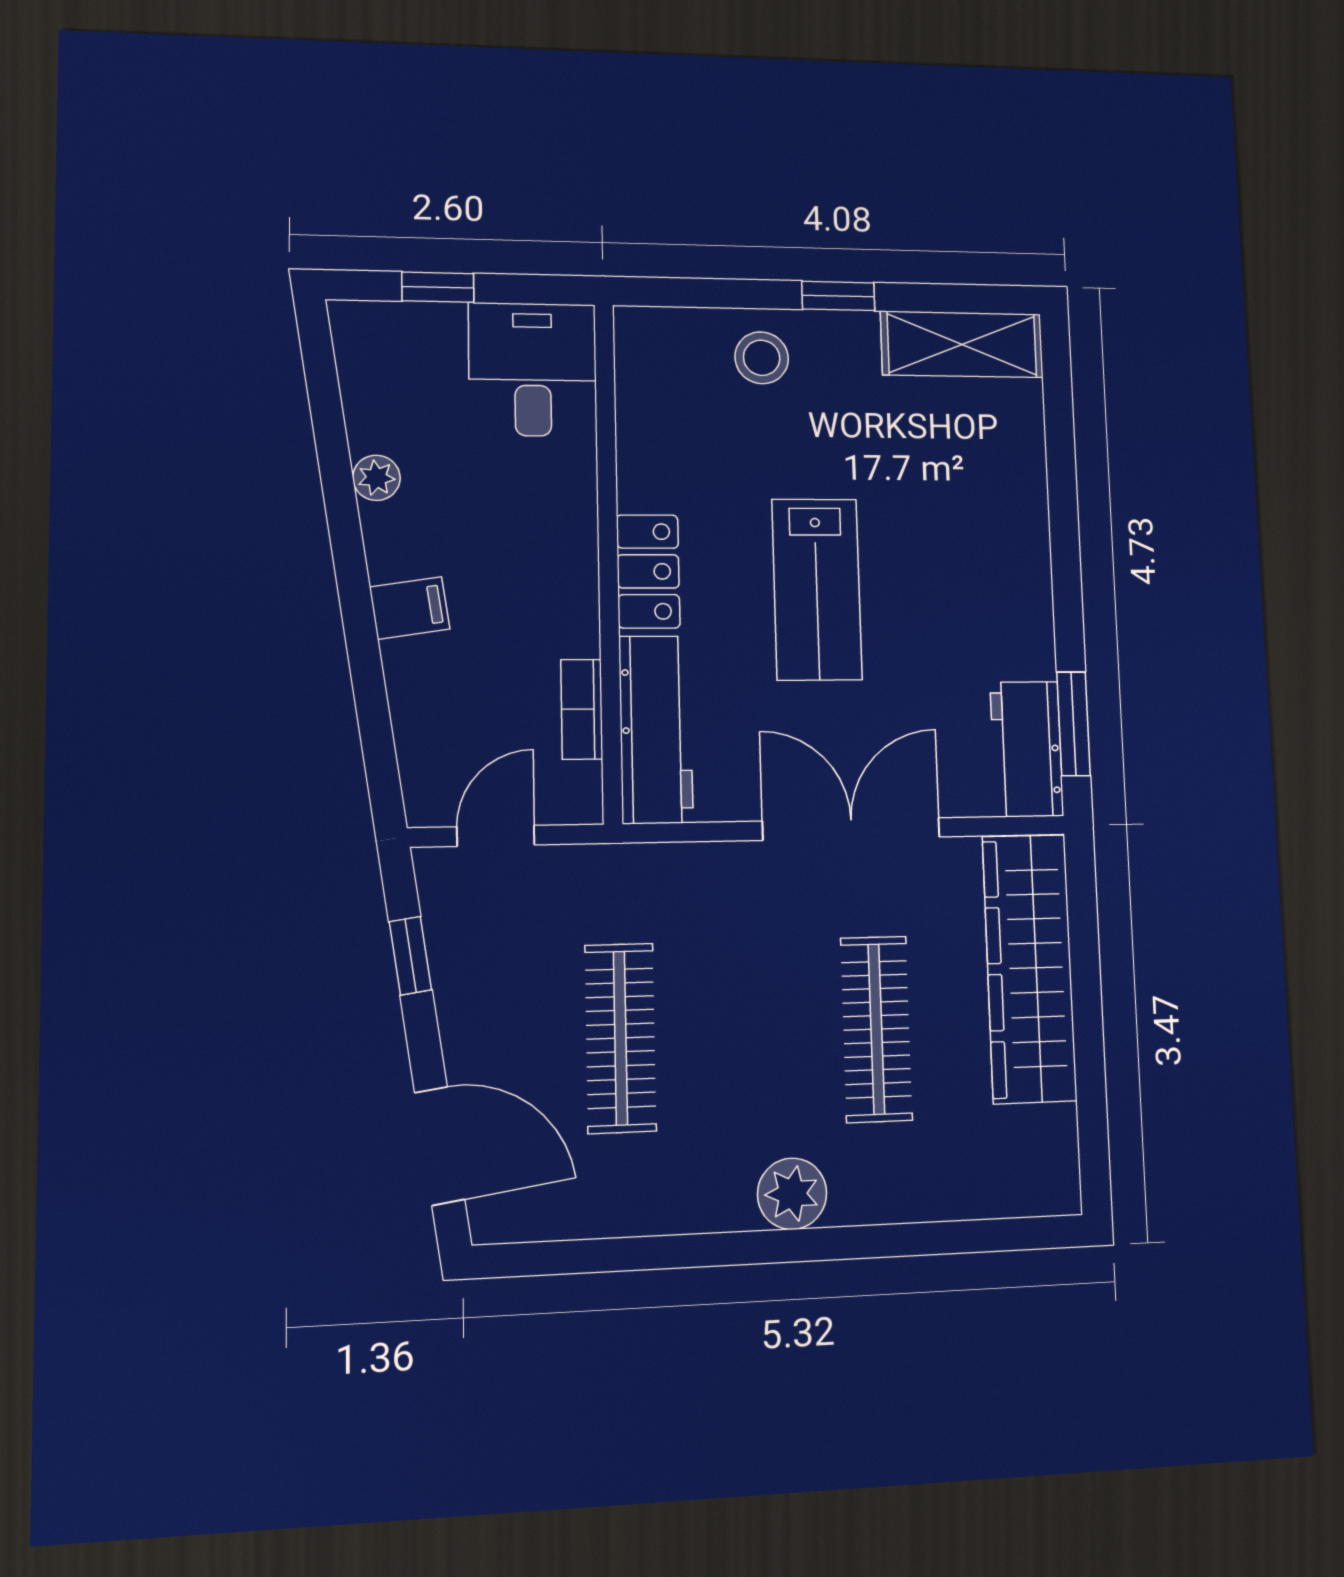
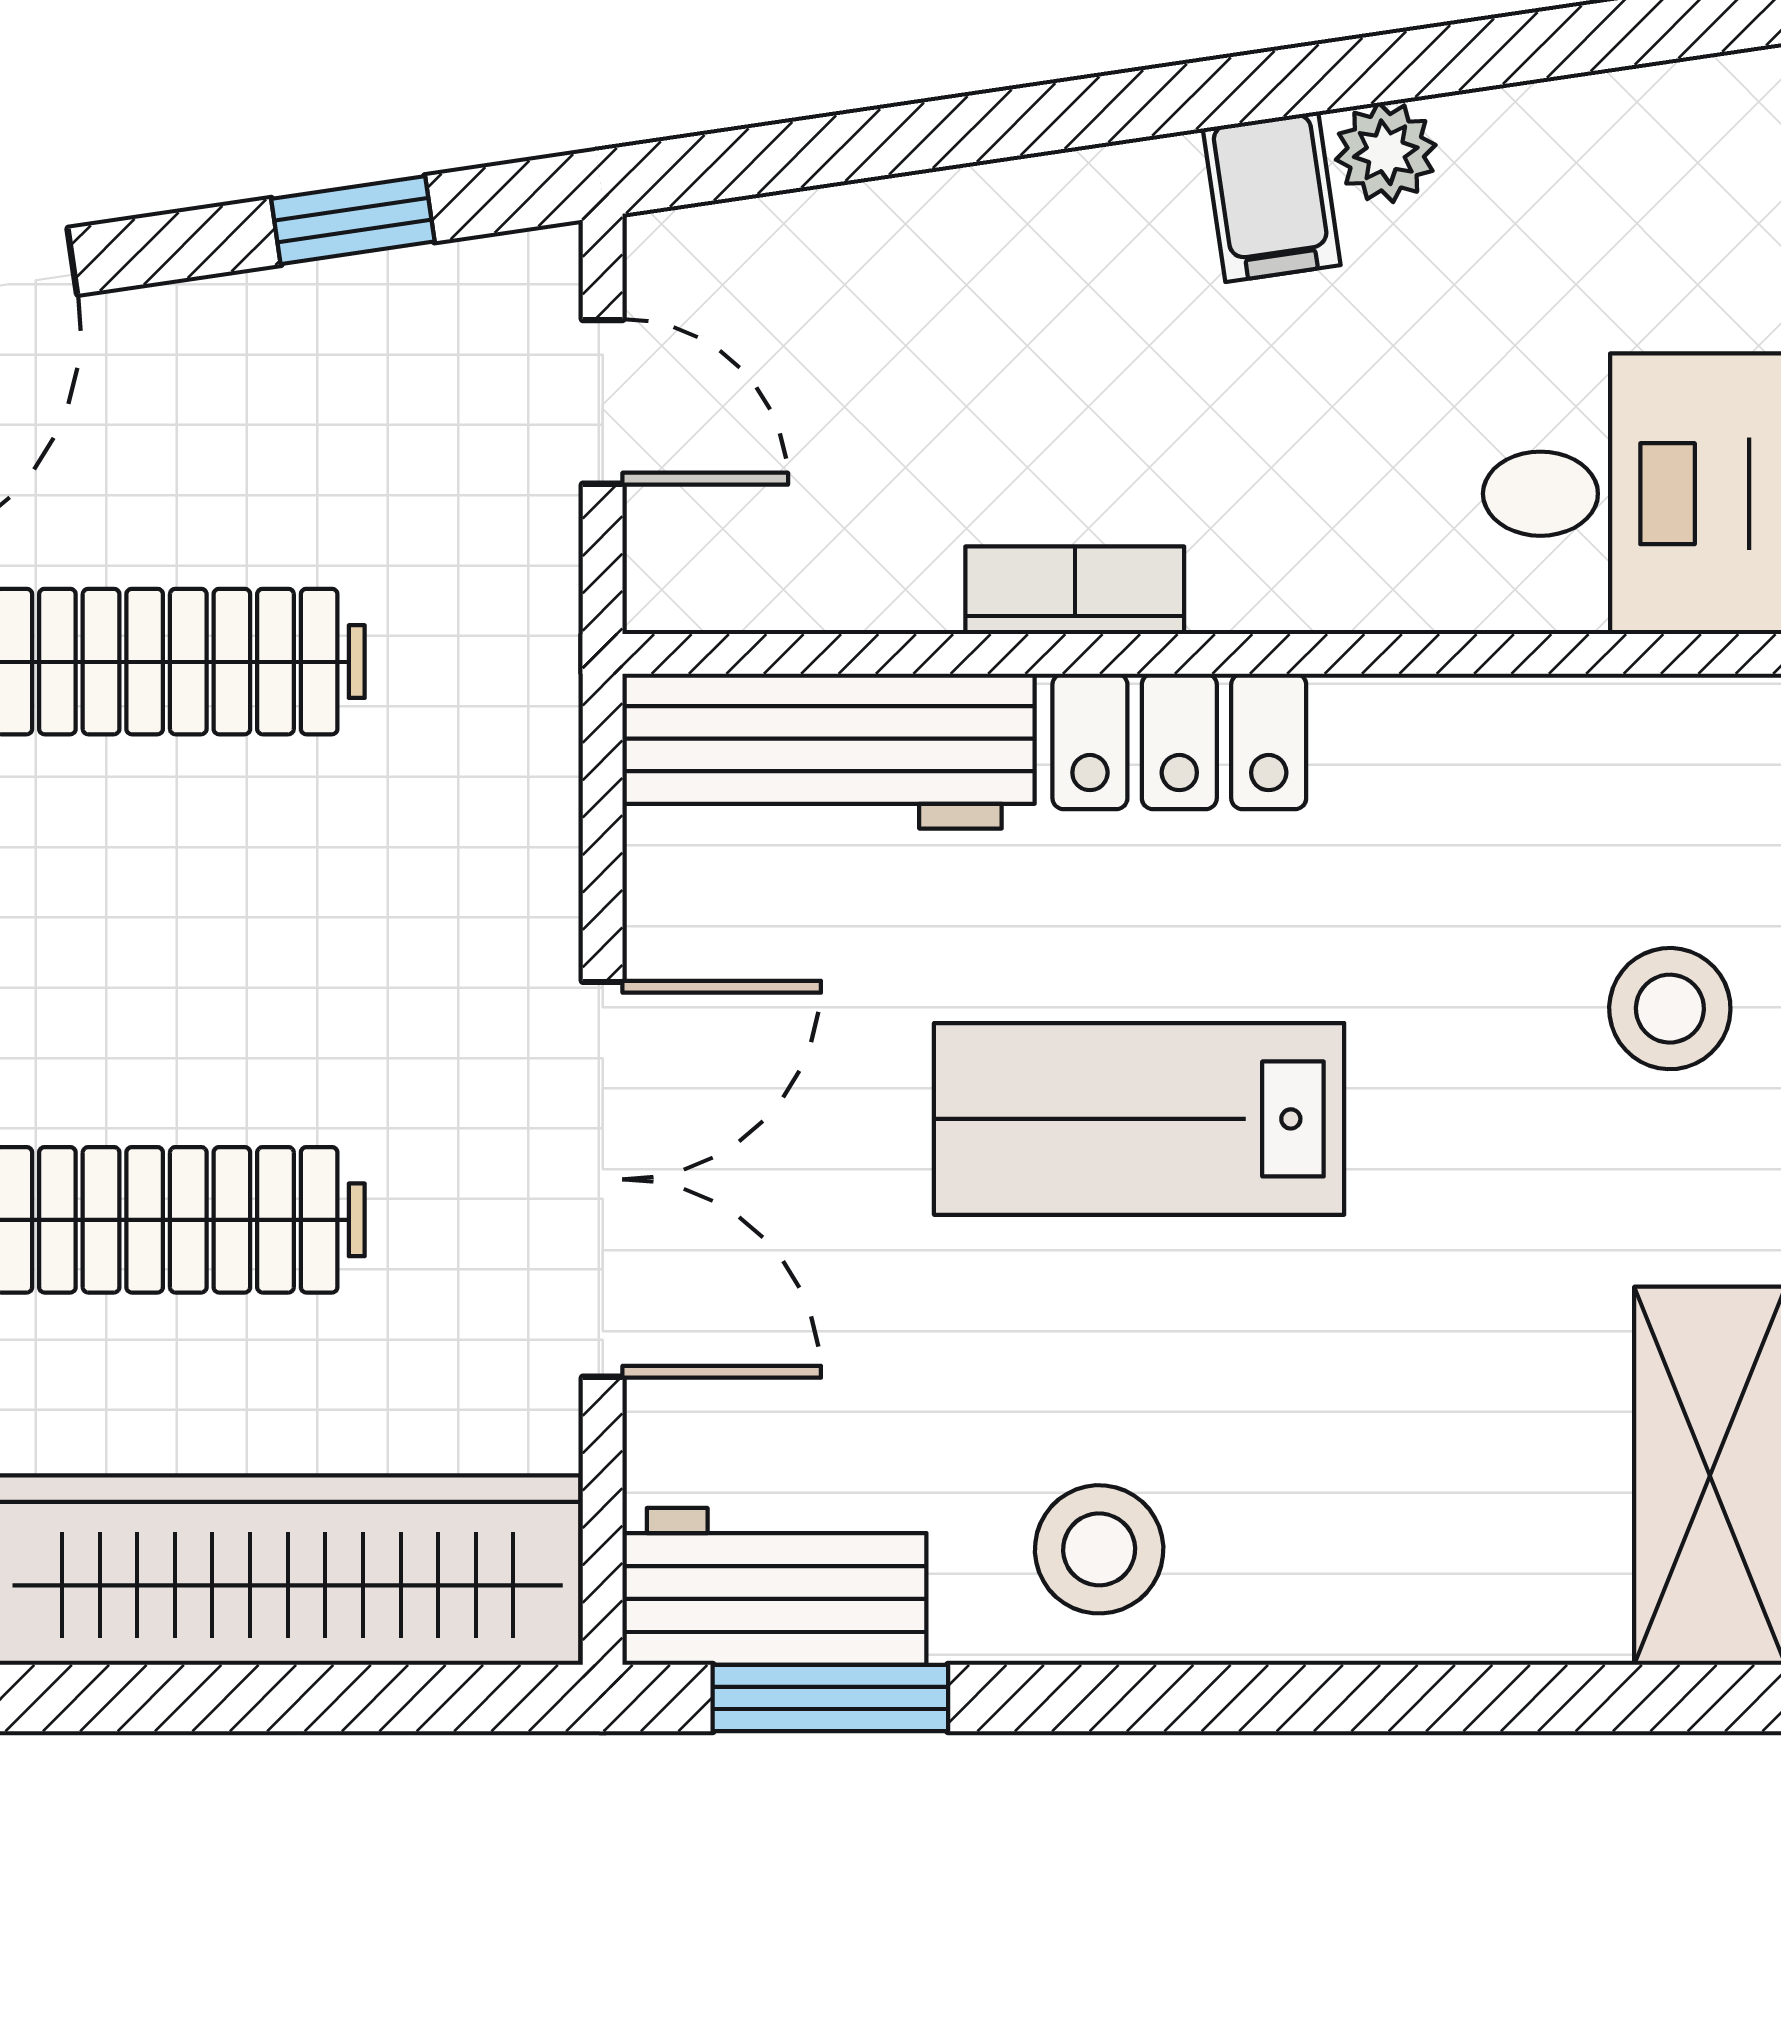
stool: (1005, 606) -> (1099, 1549), added
filing cabinet: (410, 608) -> (1272, 197), moved
bookcase: (582, 709) -> (1075, 590), moved

